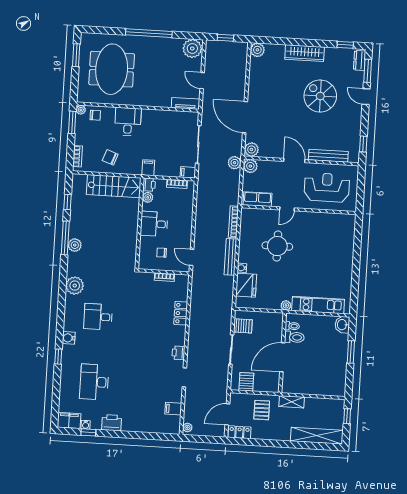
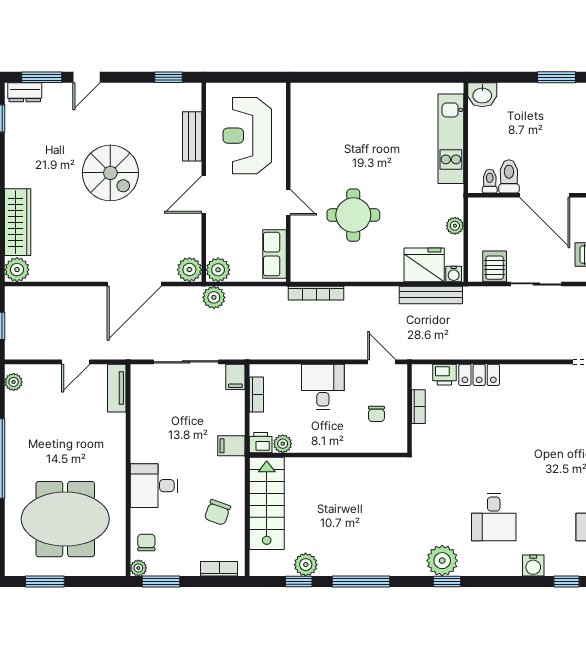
plant: (192, 48) -> (14, 382), width x0.53, depth x0.53
wardrobe: (305, 53) -> (18, 222), moved
spiral stairs: (320, 96) -> (110, 173), moved, turned -90
bench: (328, 156) -> (192, 136), width x0.73
desk: (154, 224) -> (323, 387), moved, turned 180
plant: (75, 245) -> (306, 565), moved
door: (192, 257) -> (382, 362), swing flipped
bench: (230, 257) -> (431, 295), moved
water cooler: (242, 268) -> (454, 274), moved
window: (62, 288) -> (447, 582), added
plant: (286, 305) -> (455, 226), moved
window: (351, 352) -> (557, 77), moved
printer: (178, 353) -> (444, 375), moved

